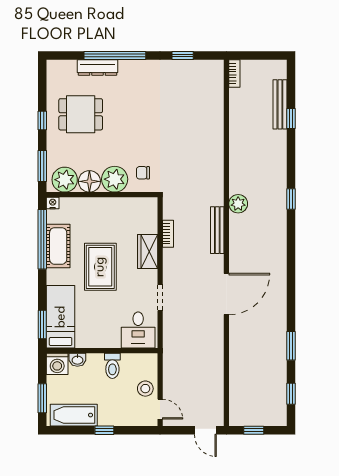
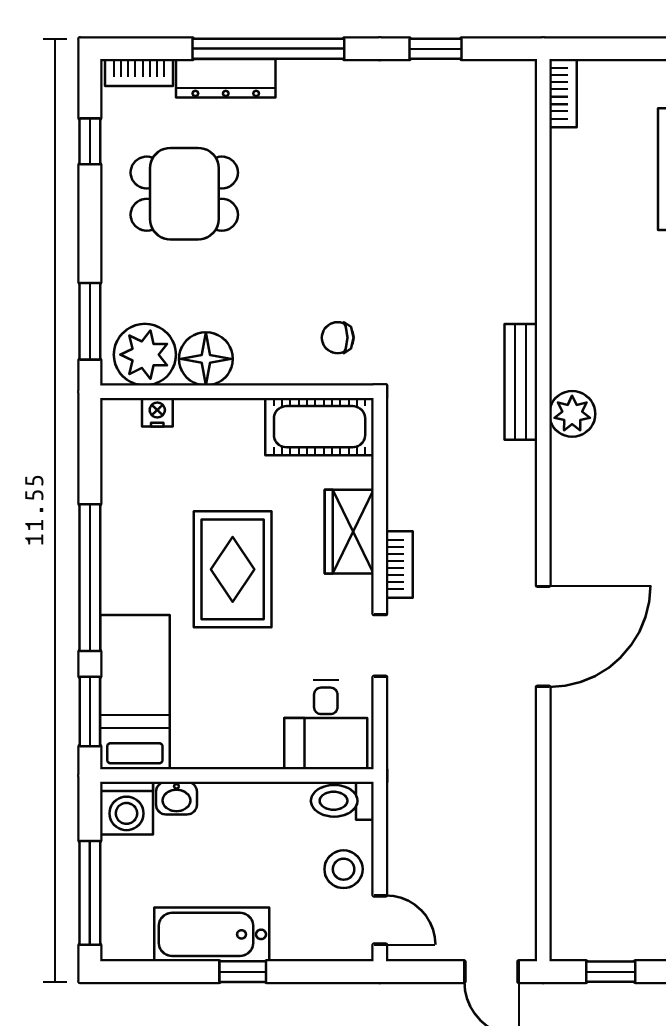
bookcase: (62, 65) -> (139, 72), added
window: (42, 120) -> (90, 141), moved
plant: (115, 179) -> (268, 354), removed
nightstand: (53, 203) -> (157, 412), moved
bench: (217, 230) -> (521, 382), moved
bookcase: (168, 234) -> (399, 564), moved
window: (42, 239) -> (90, 578), moved
cot: (58, 246) -> (320, 427), moved, turned 90
toilet: (112, 366) -> (342, 801), moved, turned 90
window: (42, 398) -> (90, 893), width x1.44
bathtub: (74, 415) -> (212, 934), moved

